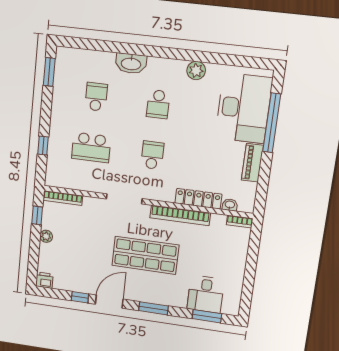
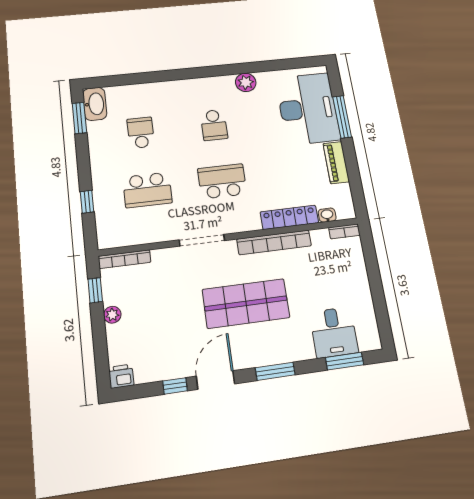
washbasin: (131, 63) -> (95, 104), moved, turned -90
window: (272, 123) -> (342, 117), width x0.68
school desk: (152, 155) -> (222, 181), width x1.85

